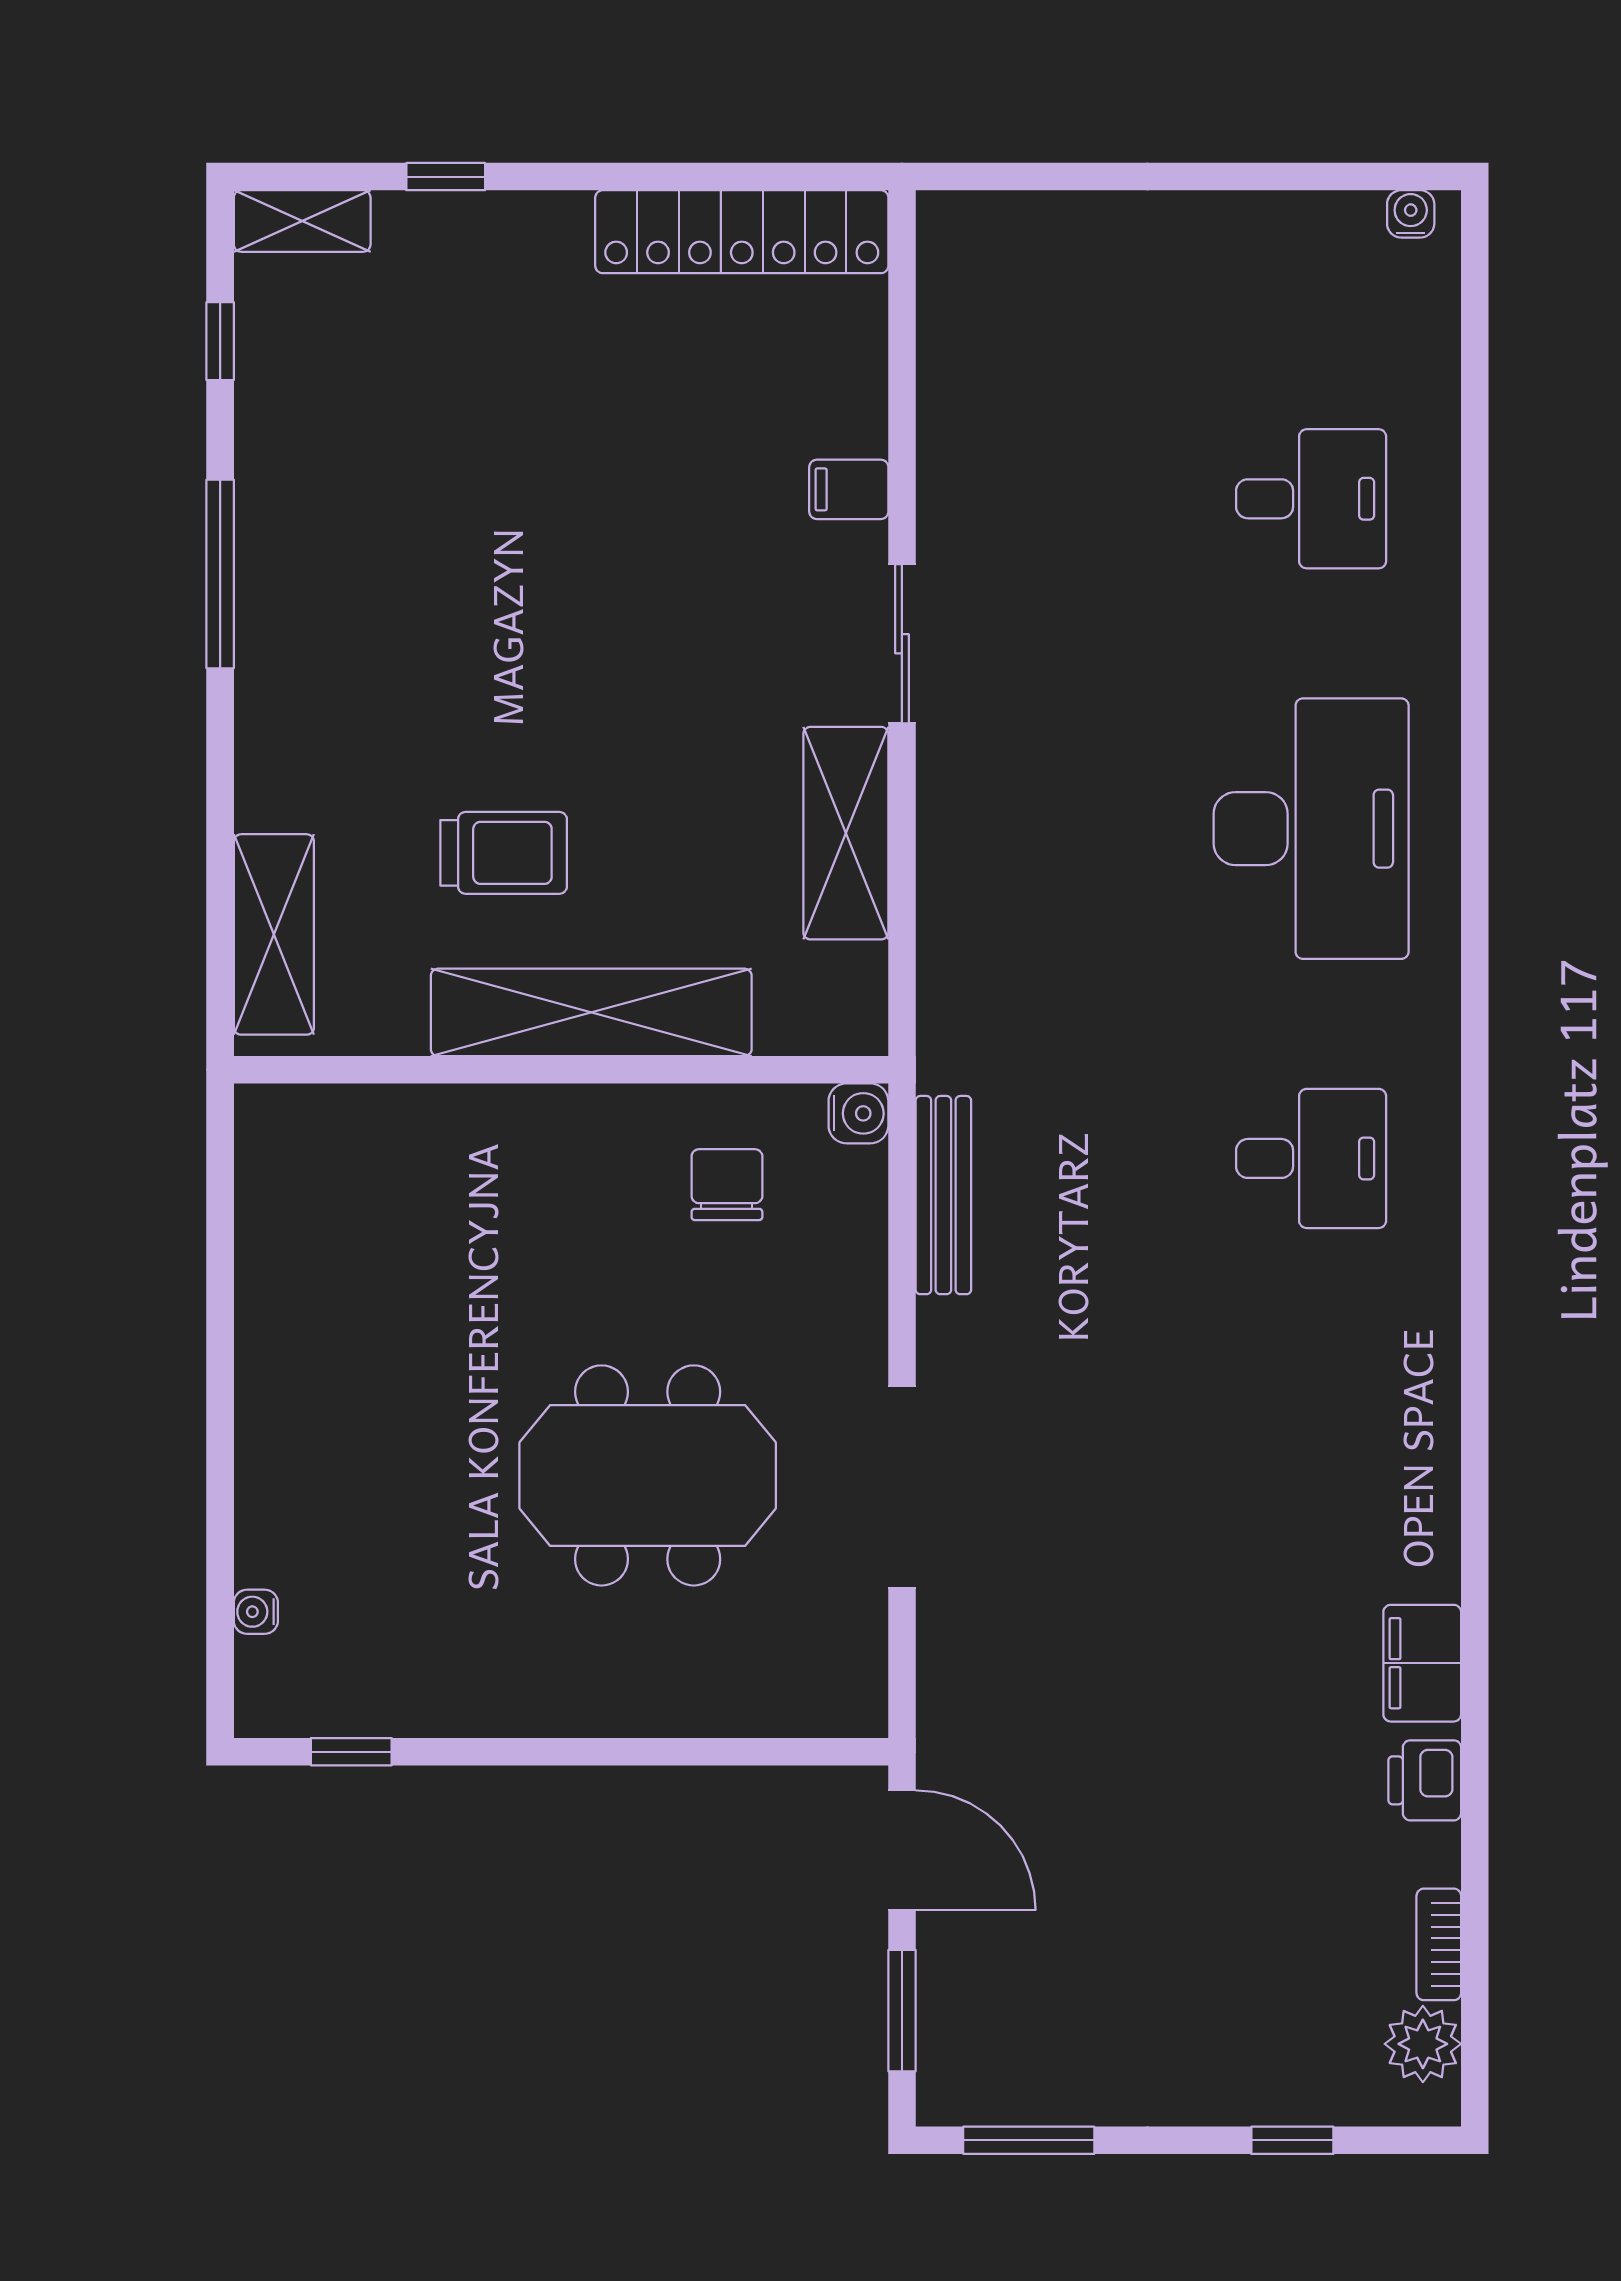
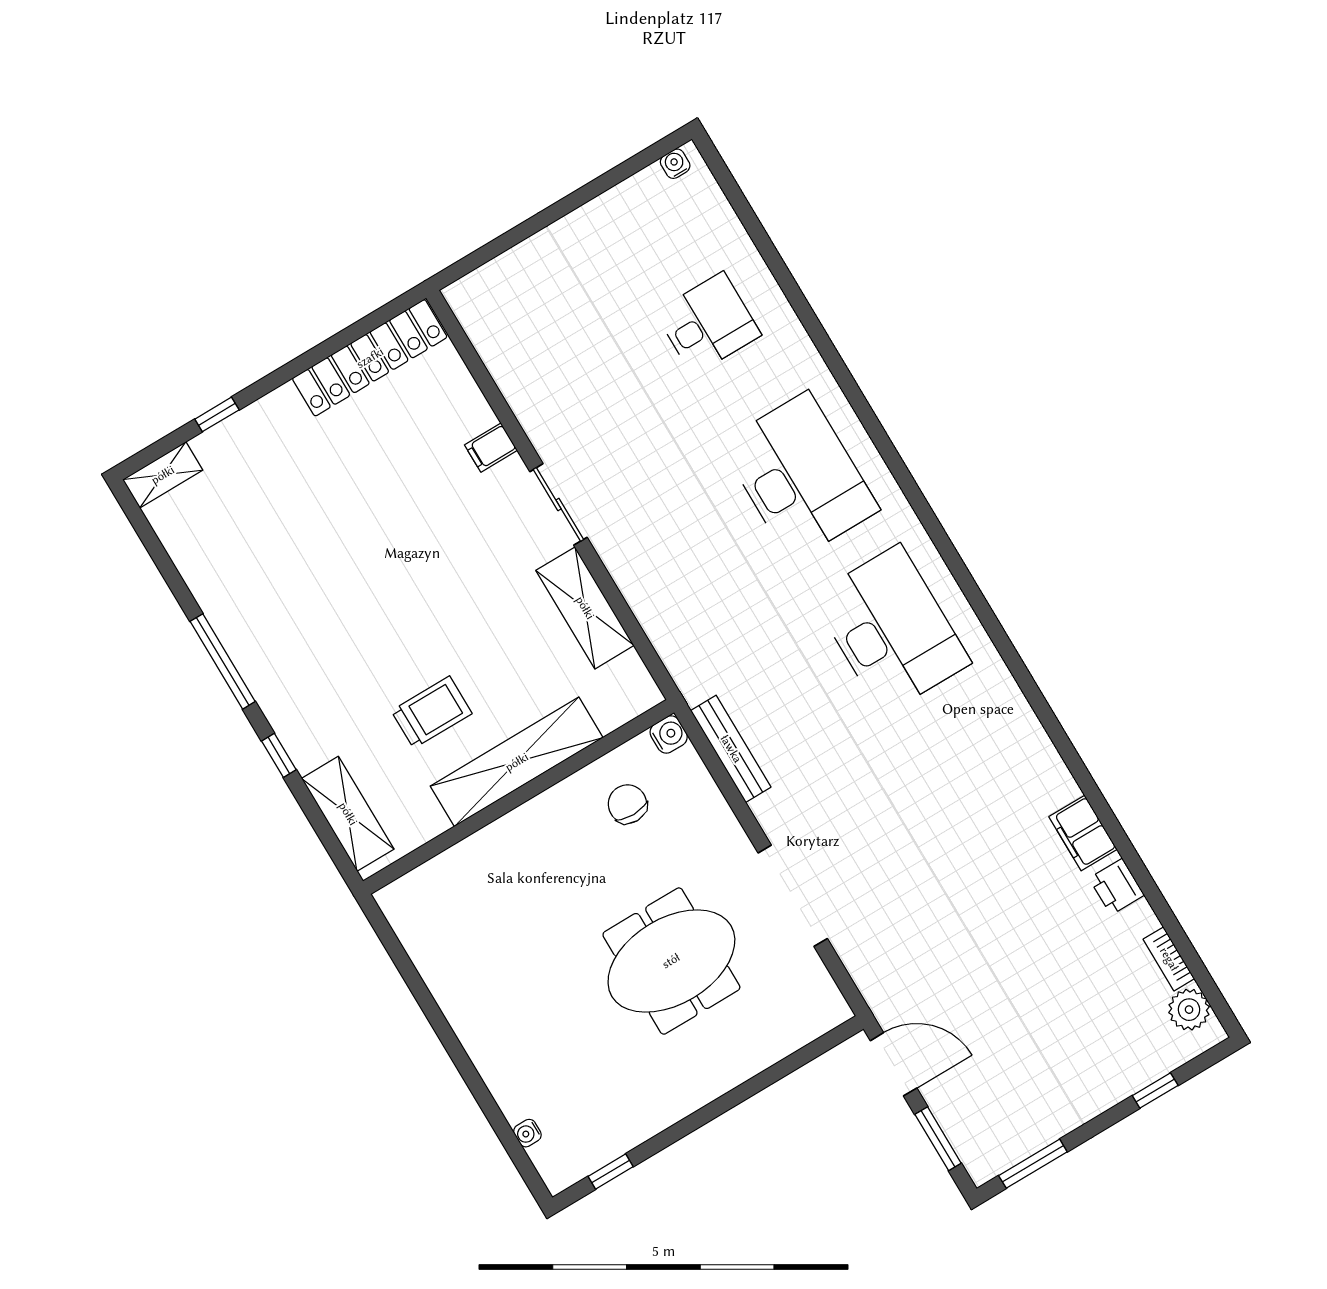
window: (220, 341) -> (279, 755), moved
desk: (1311, 1158) -> (891, 630), width x1.87, depth x1.30

